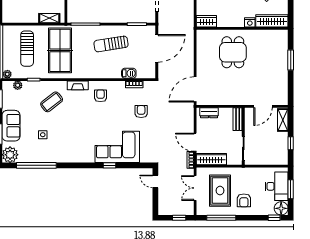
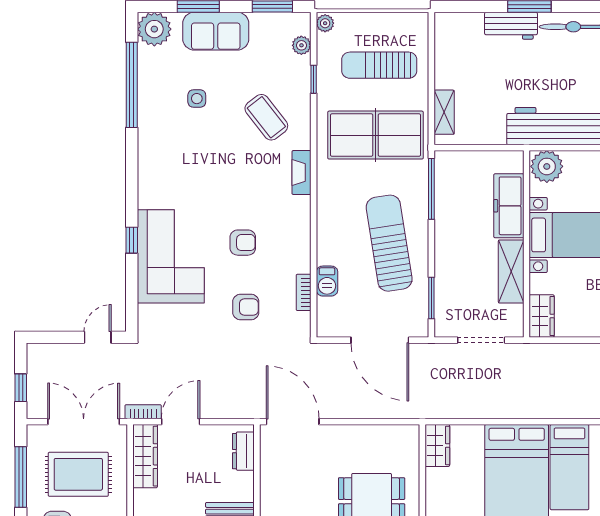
sun lounger: (111, 44) -> (389, 243), width x1.36, depth x1.34
armchair: (100, 96) -> (243, 243), moved
double door: (195, 188) -> (84, 422), width x1.37

